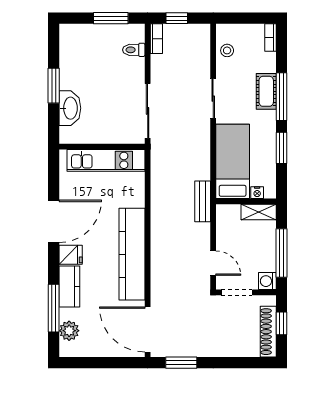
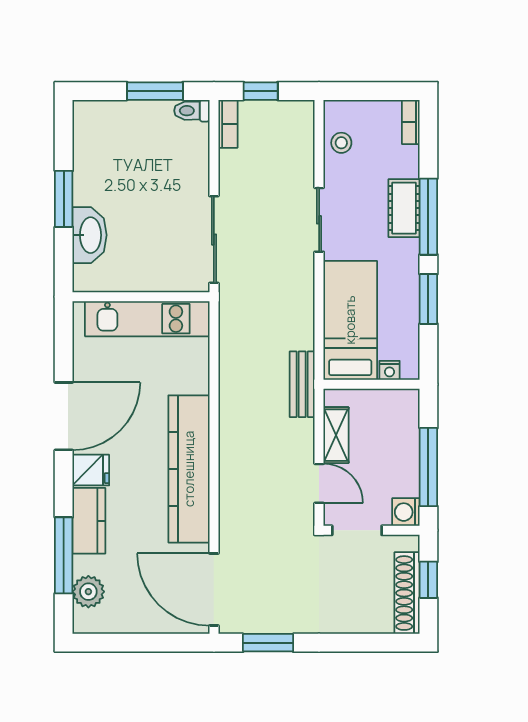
toilet: (134, 50) -> (192, 111), moved
shelving: (259, 212) -> (336, 435), moved, turned 90

